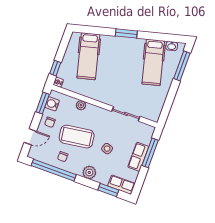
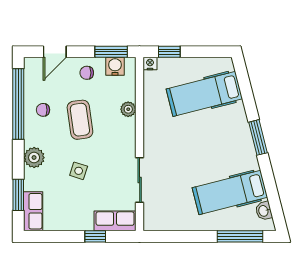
door: (30, 137) -> (55, 52), hinge flipped
coffee table: (77, 137) -> (80, 120), width x0.73, depth x0.76
window: (150, 153) -> (95, 236), width x0.46
row of seats: (138, 157) -> (115, 221), moved

